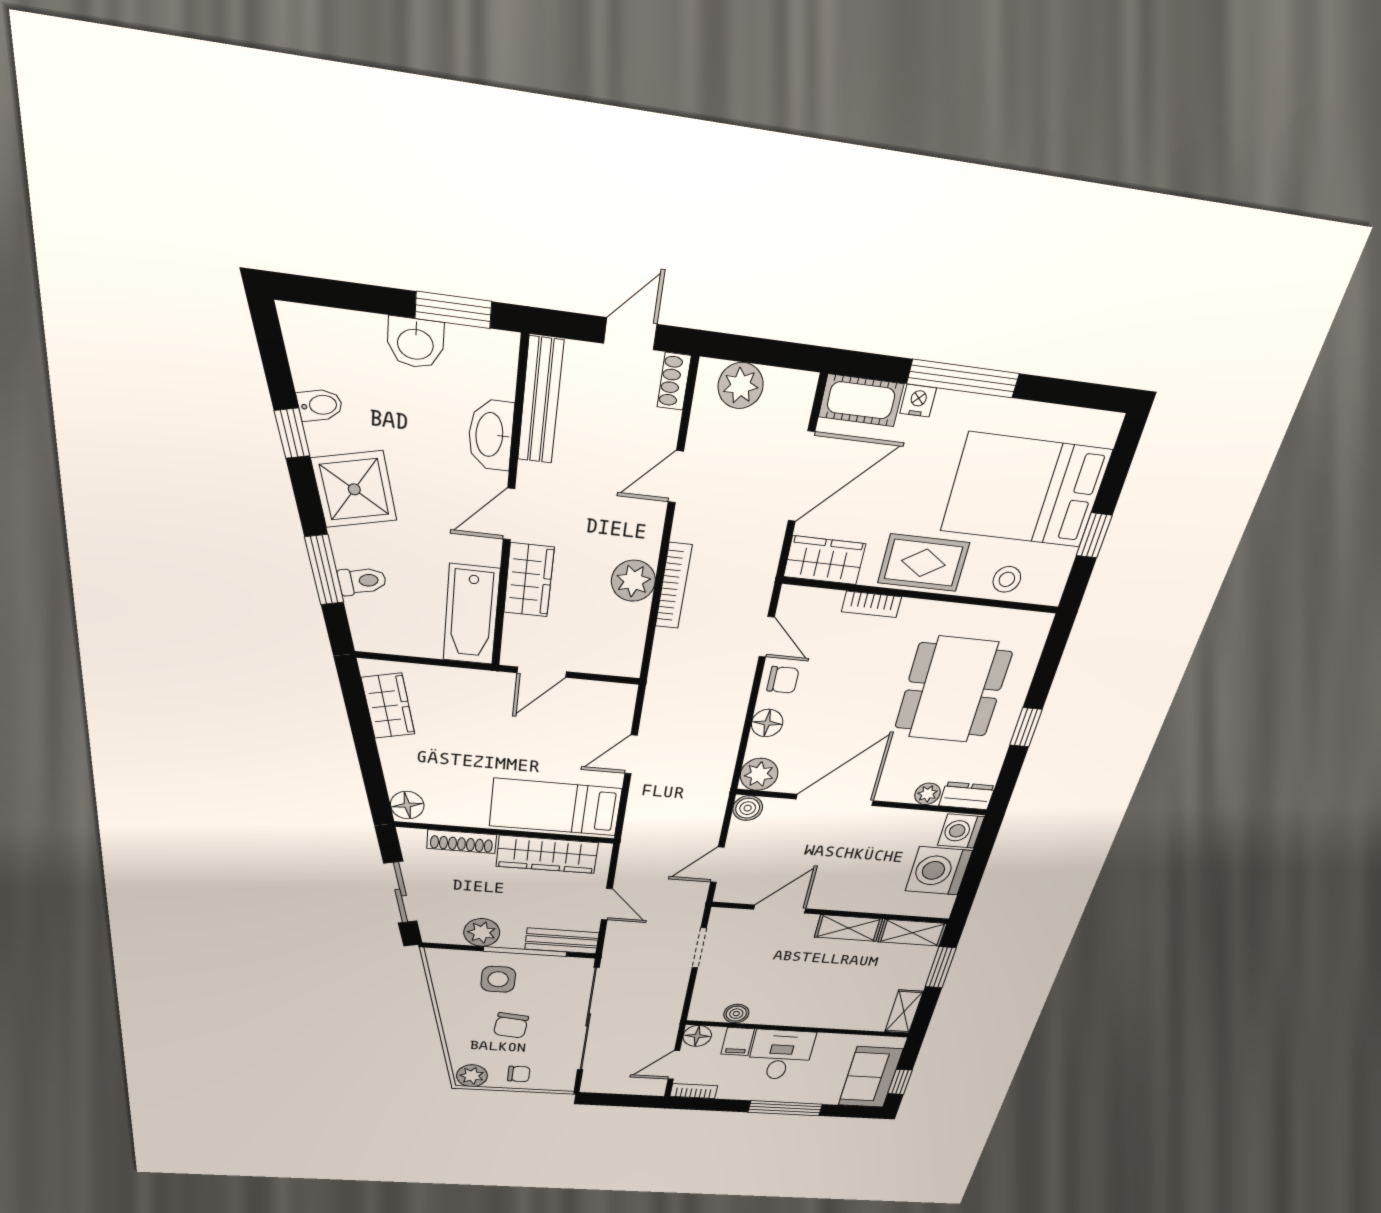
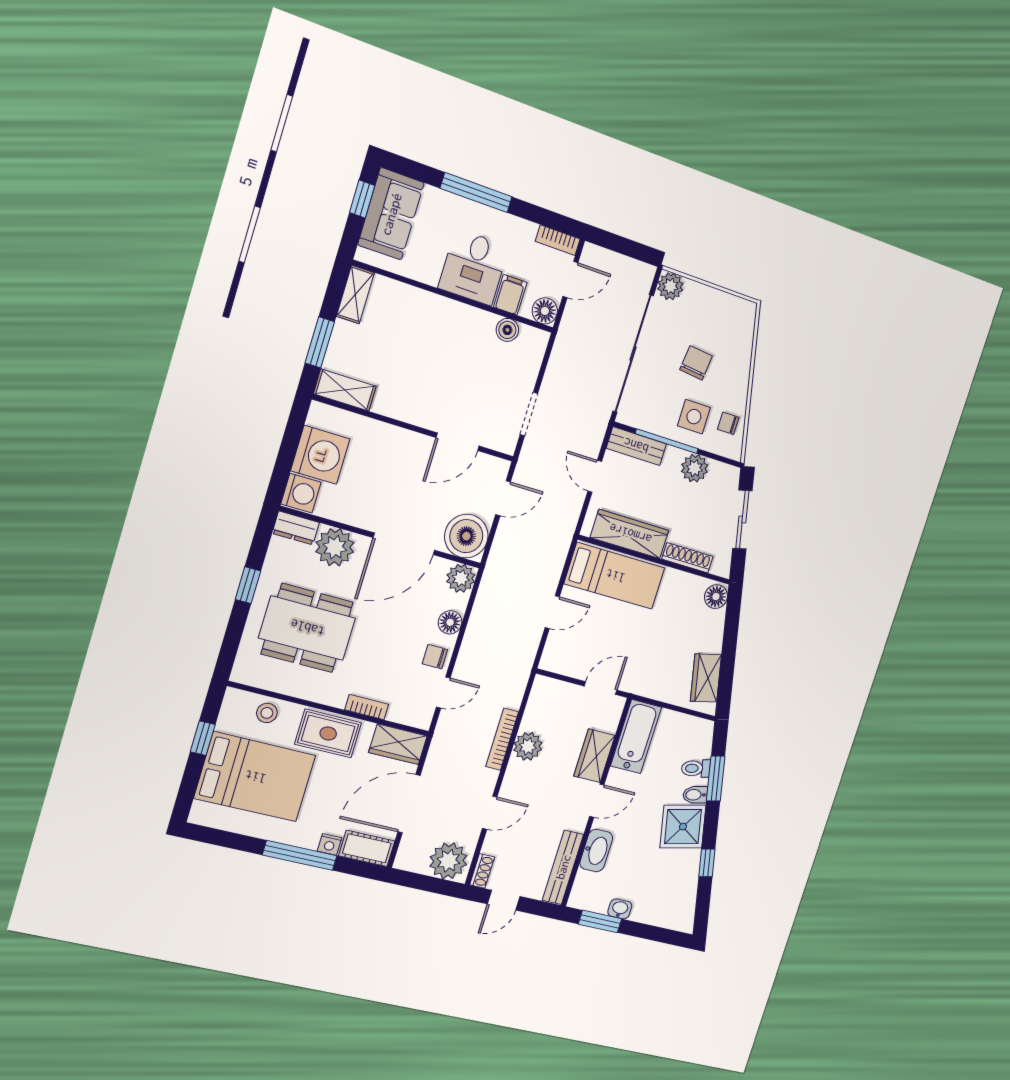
washbasin: (415, 343) -> (620, 909), width x0.72, depth x0.69
plant: (741, 386) -> (448, 861), width x1.36, depth x1.36
bidet: (320, 405) -> (695, 795), moved
door: (767, 637) -> (443, 692), swing flipped
dining table: (953, 690) -> (307, 628), turned 90
plant: (927, 794) -> (335, 547), width x1.88, depth x1.88
boiler: (748, 808) -> (466, 536), width x1.86, depth x1.86
shelving: (848, 928) -> (401, 408), removed
chair: (519, 1074) -> (728, 423), moved
plant: (472, 1076) -> (670, 286), moved

